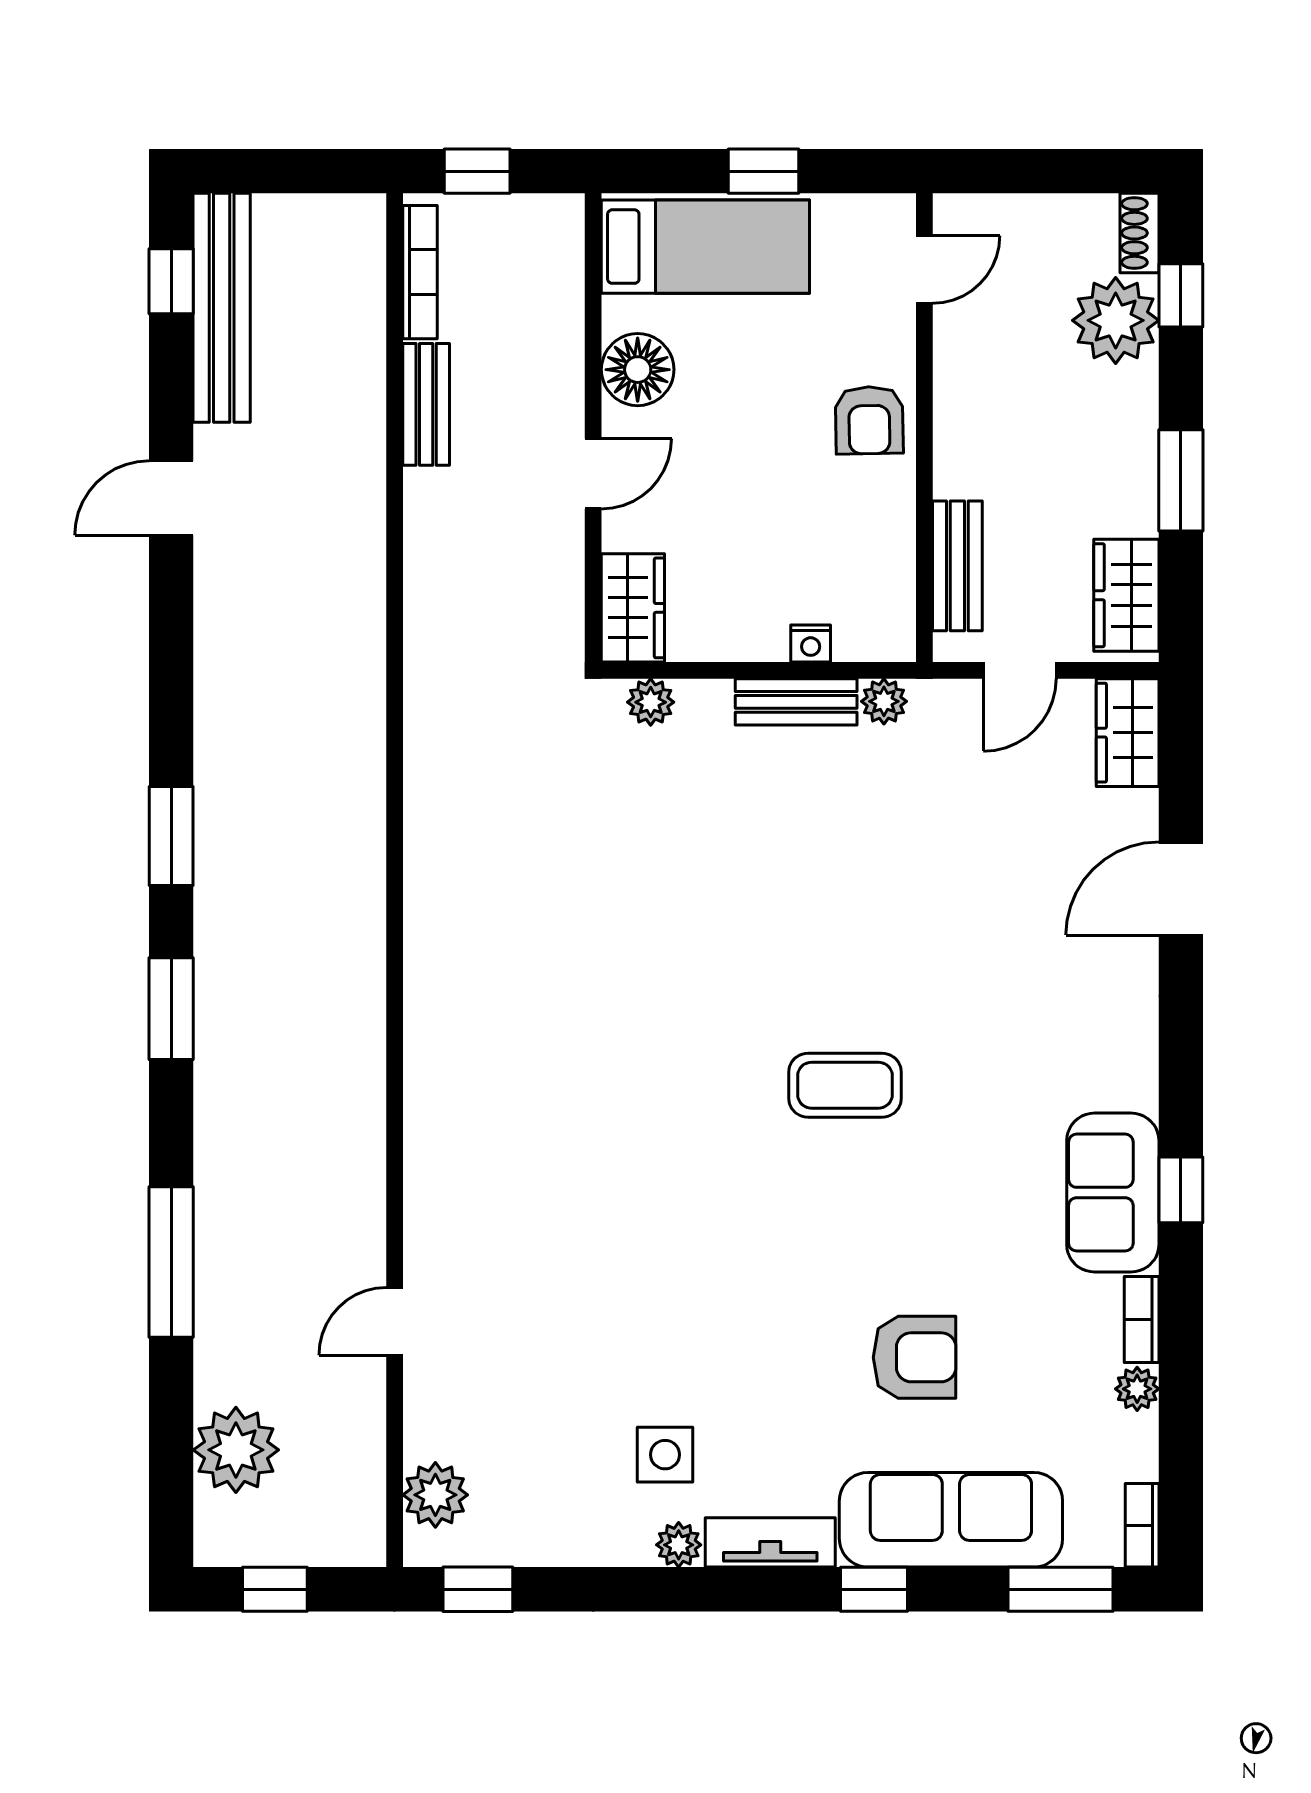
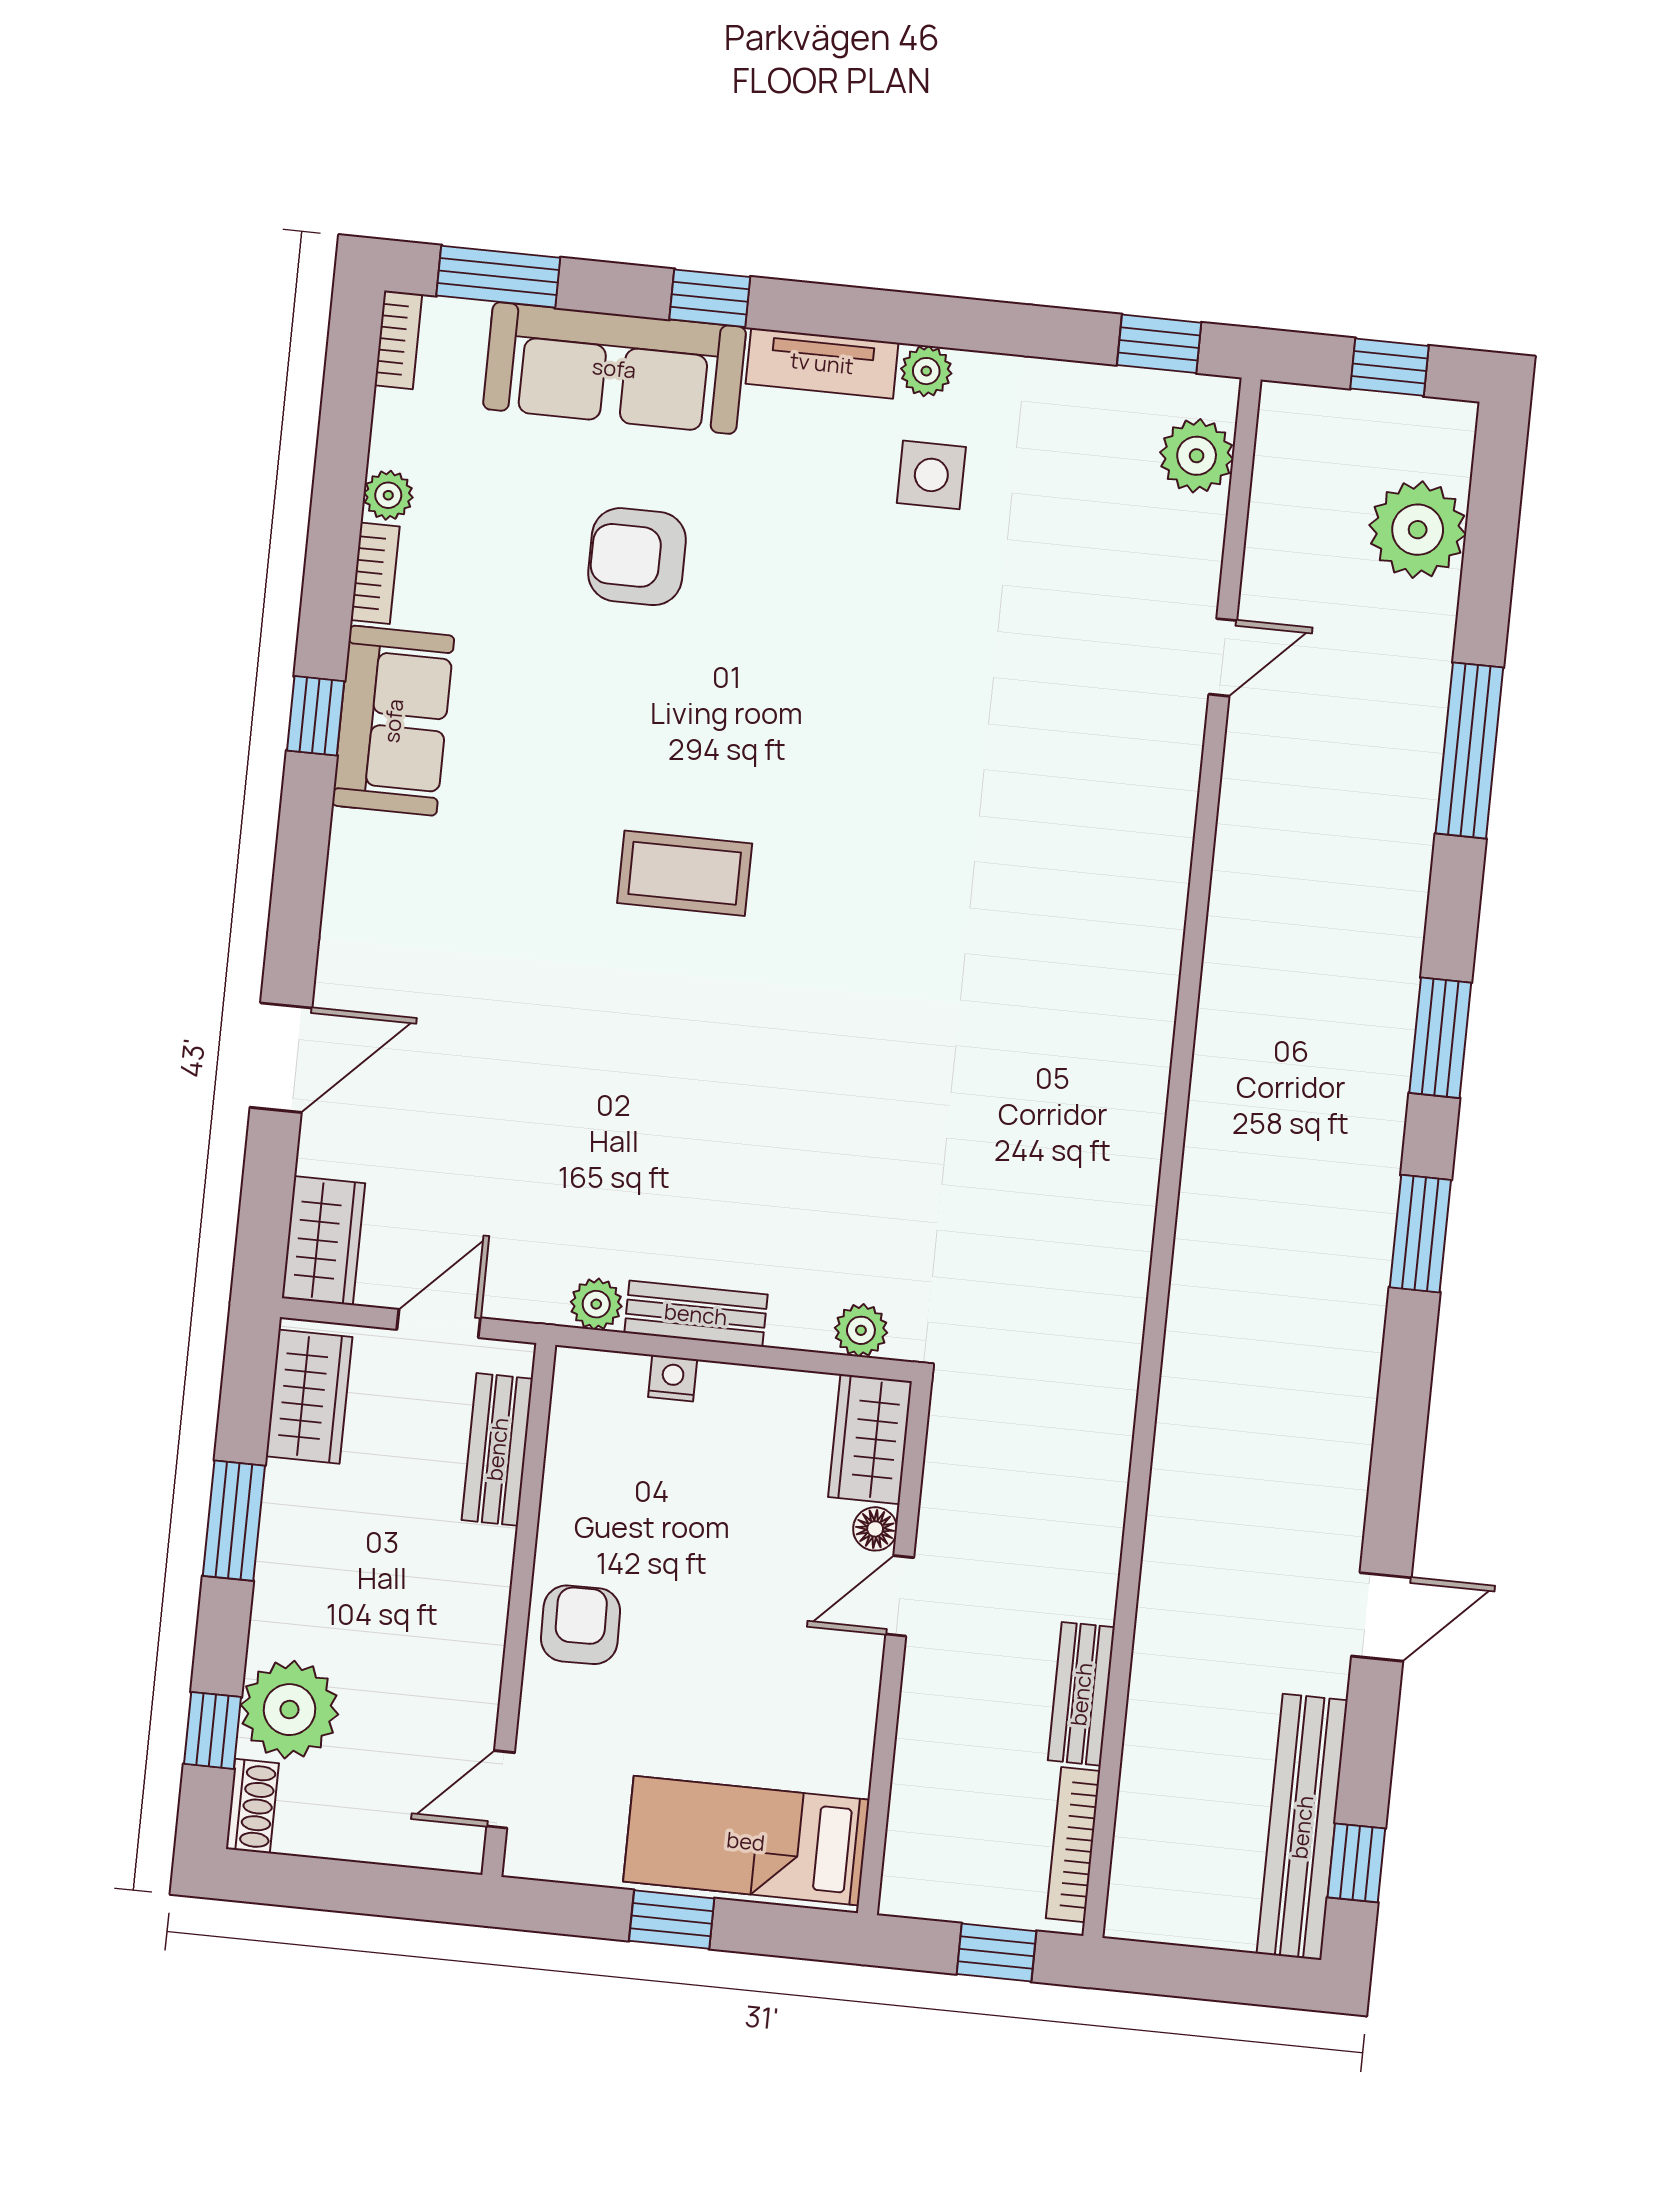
floor lamp: (638, 370) -> (875, 1529), moved, width x0.53, depth x0.53

